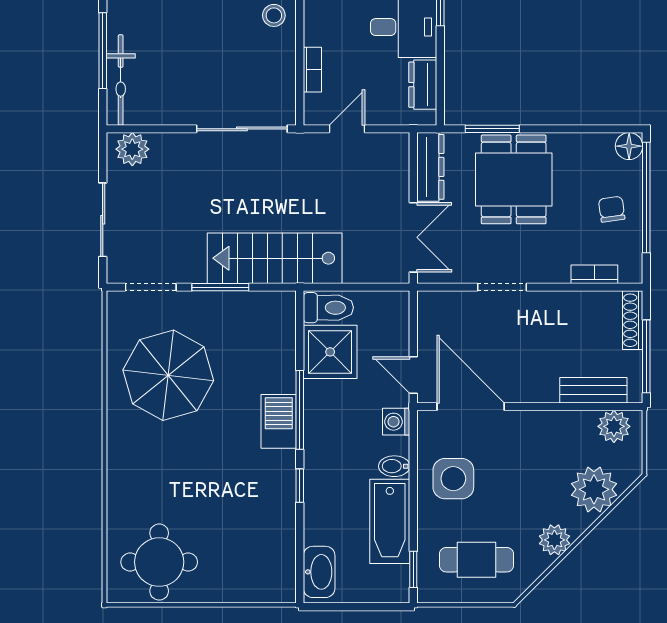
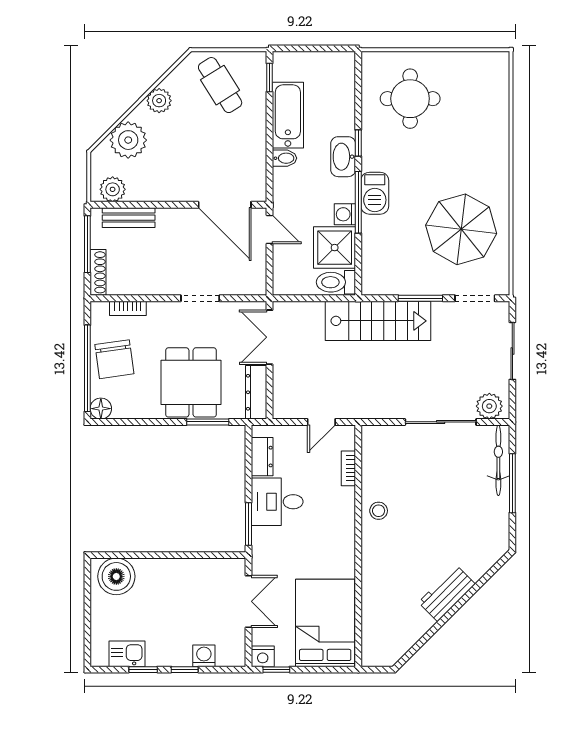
sliding door: (242, 129) -> (441, 422), moved
chair: (612, 209) -> (114, 359), width x1.87, depth x1.87
washing machine: (396, 422) -> (345, 214), moved, turned 180
side table: (453, 479) -> (238, 148), removed
cafe table: (476, 560) -> (220, 85), turned 58
round table: (159, 562) -> (410, 99), moved
washbasin: (319, 572) -> (343, 157), moved

